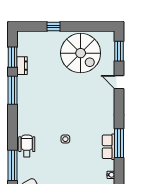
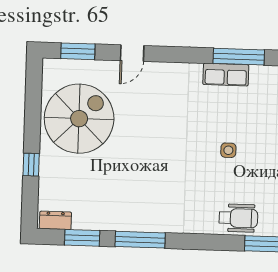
dresser: (22, 66) -> (55, 220), moved
wheelchair: (27, 146) -> (238, 218), turned 180
row of seats: (109, 147) -> (226, 75), moved

